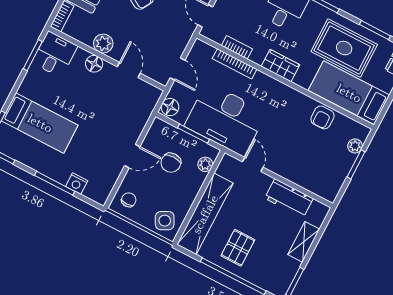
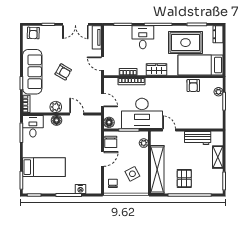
chair: (171, 163) -> (111, 142), moved
side table: (165, 221) -> (132, 174), moved

